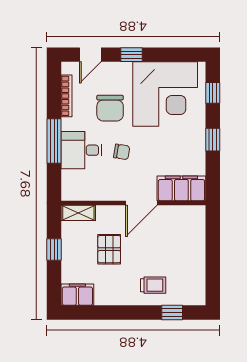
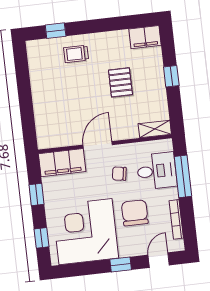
filing cabinet: (181, 188) -> (62, 163), moved
wall: (133, 203) -> (105, 144), moved
door: (141, 203) -> (98, 145), moved
shelving: (78, 213) -> (155, 129), moved

